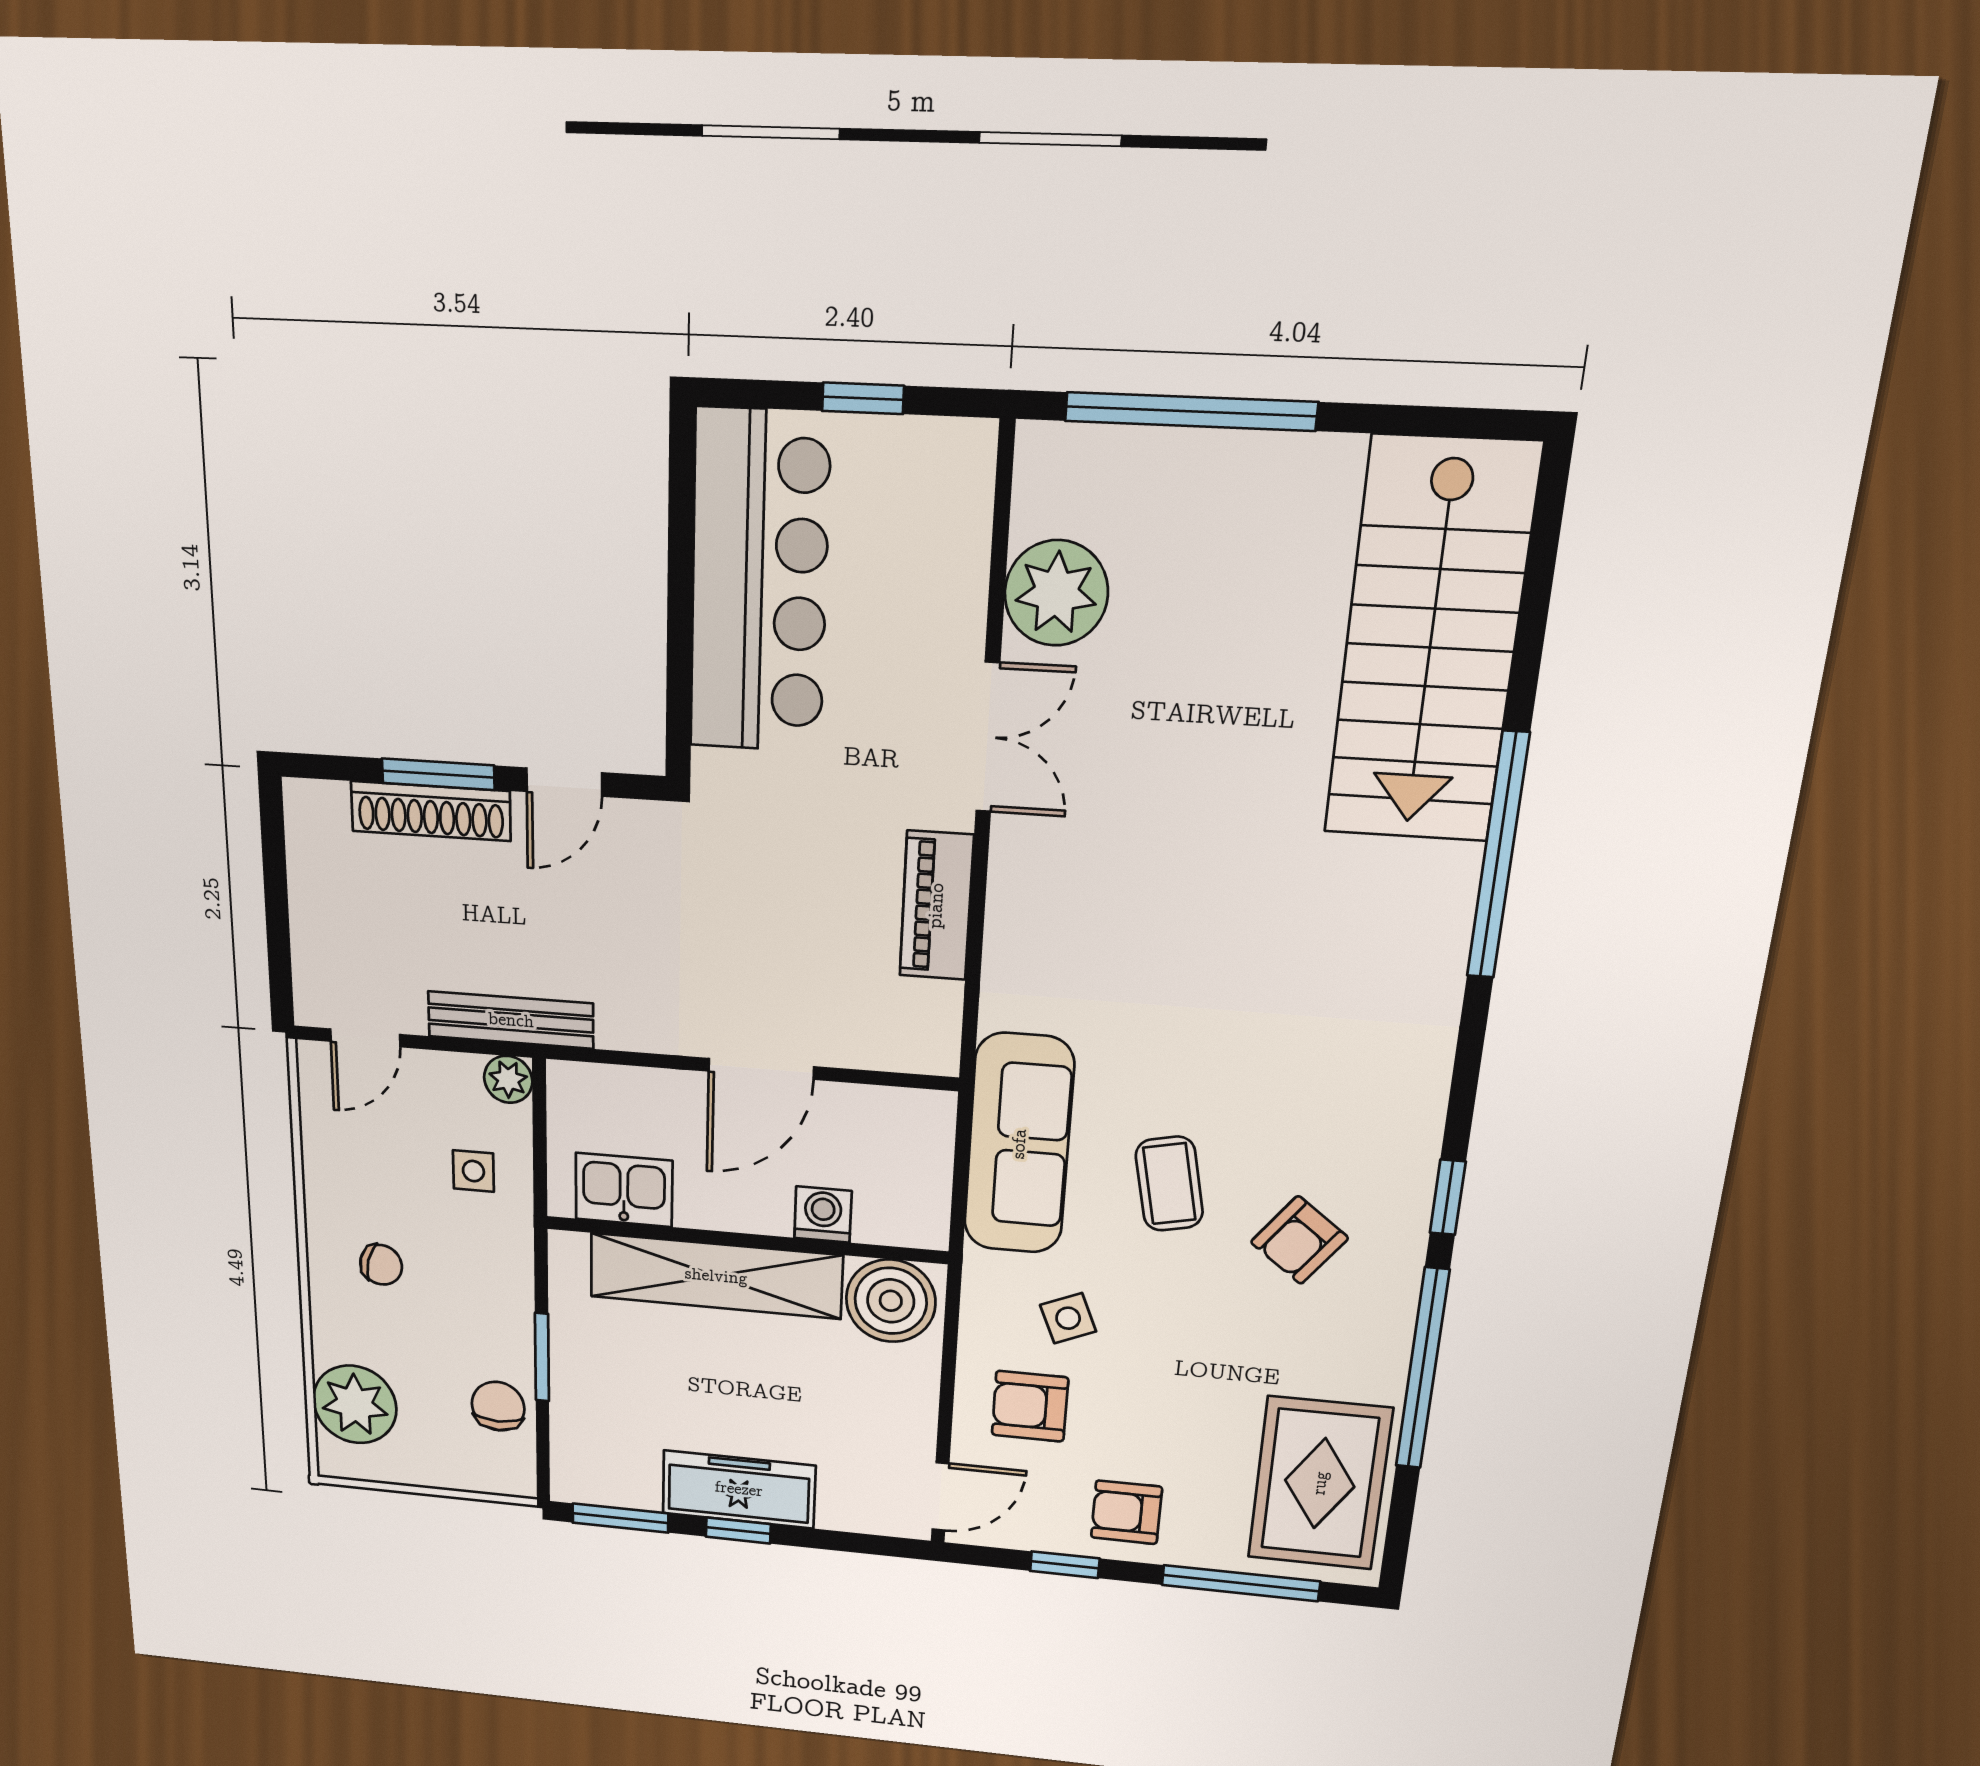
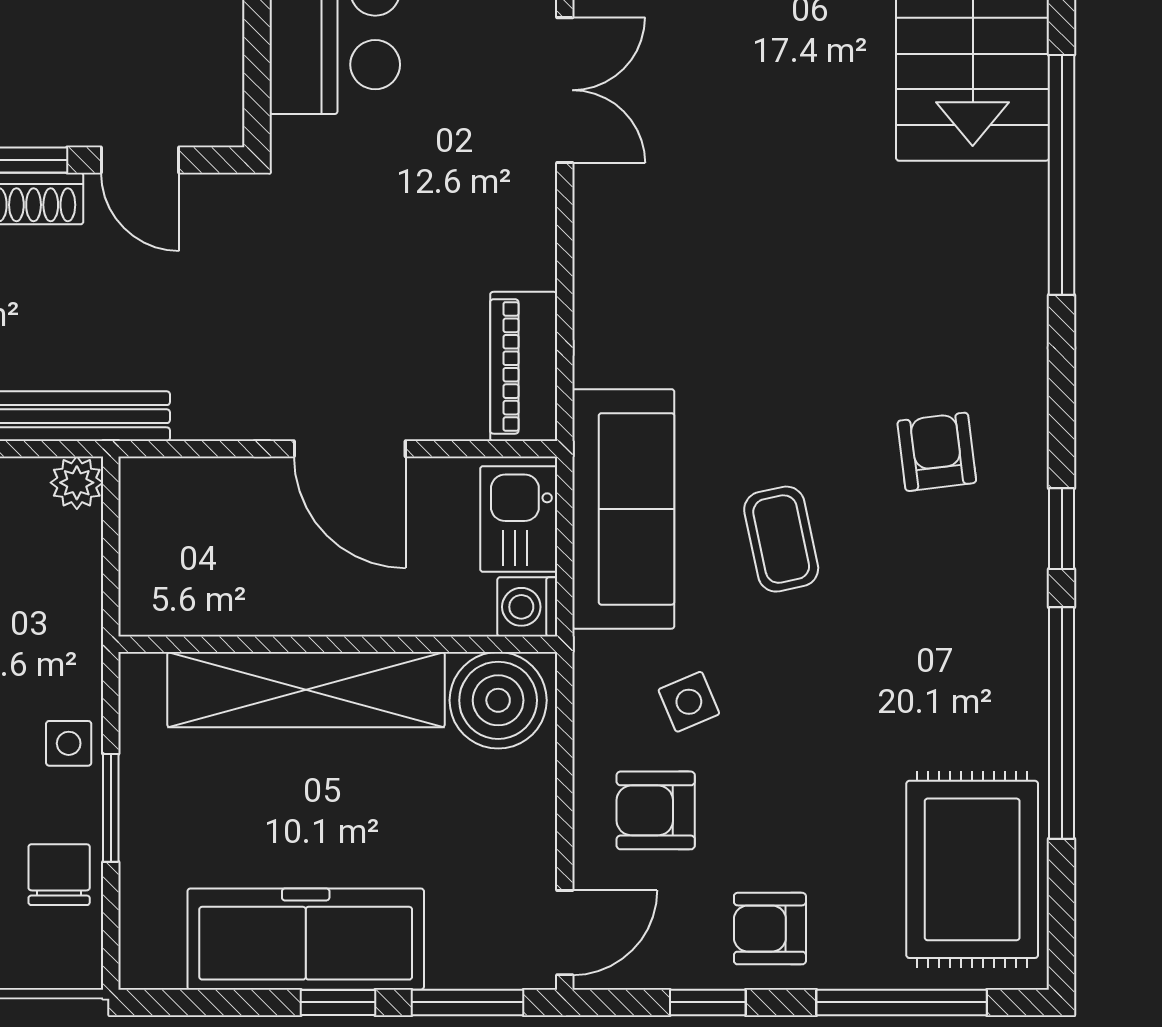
door: (564, 782) -> (140, 160), hinge flipped
piano: (936, 906) -> (524, 366), moved
door: (761, 1069) -> (350, 449), hinge flipped
side table: (473, 1171) -> (69, 743), moved
kitchen sink: (624, 1190) -> (519, 519), moved, turned -90
washing machine: (823, 1215) -> (527, 607), moved, turned -90
armchair: (1299, 1240) -> (937, 452), moved, turned 136
freezer: (739, 1489) -> (306, 939), width x1.36, depth x1.26
window: (620, 1518) -> (468, 1002), moved

